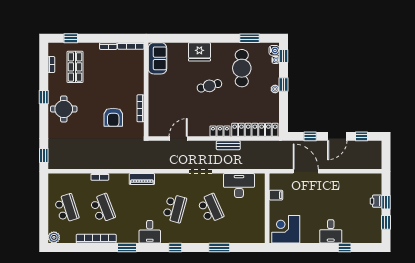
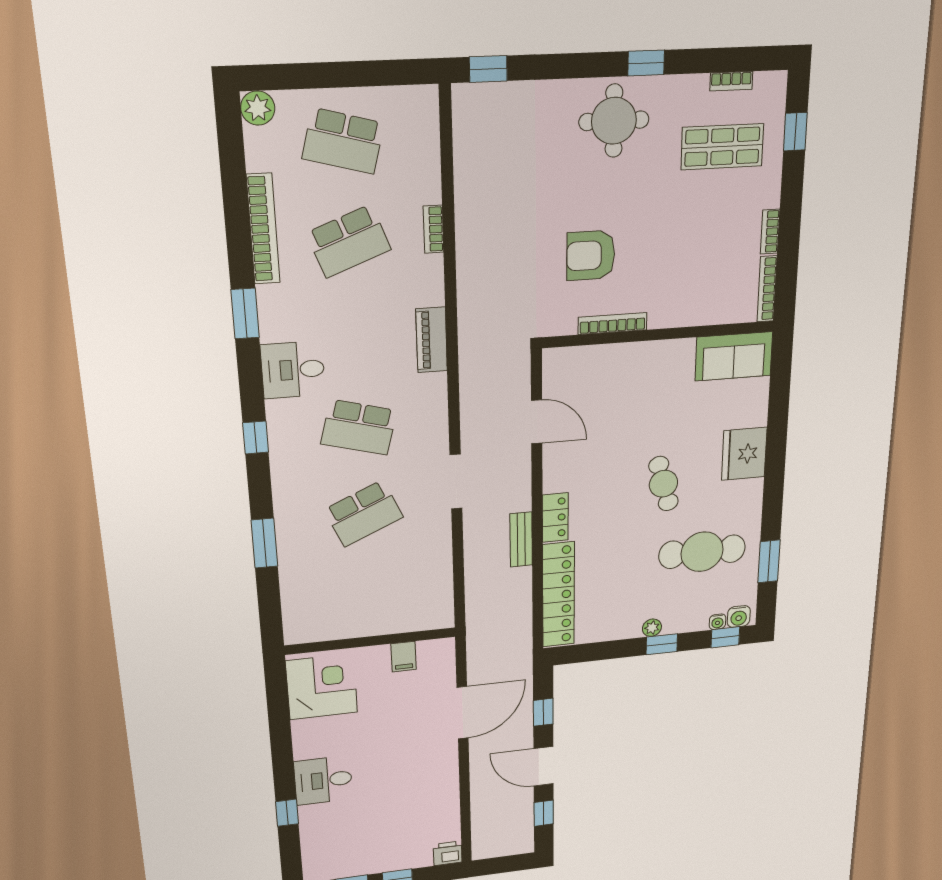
desk: (239, 186) -> (424, 573), removed
printer: (376, 201) -> (448, 853), moved
school desk: (66, 208) -> (343, 141), turned 33

